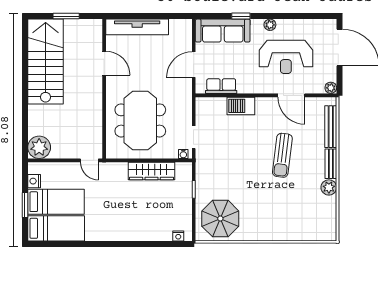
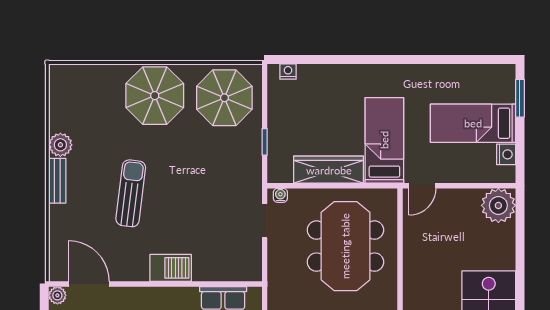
door: (291, 95) -> (89, 284), moved
barbecue: (241, 106) -> (171, 268), moved
bench: (331, 127) -> (58, 237), removed
door: (89, 160) -> (422, 186), swing flipped
window: (25, 205) -> (520, 98), moved
parasol: (266, 220) -> (155, 96), added
bed: (56, 228) -> (384, 140), moved, turned 90

